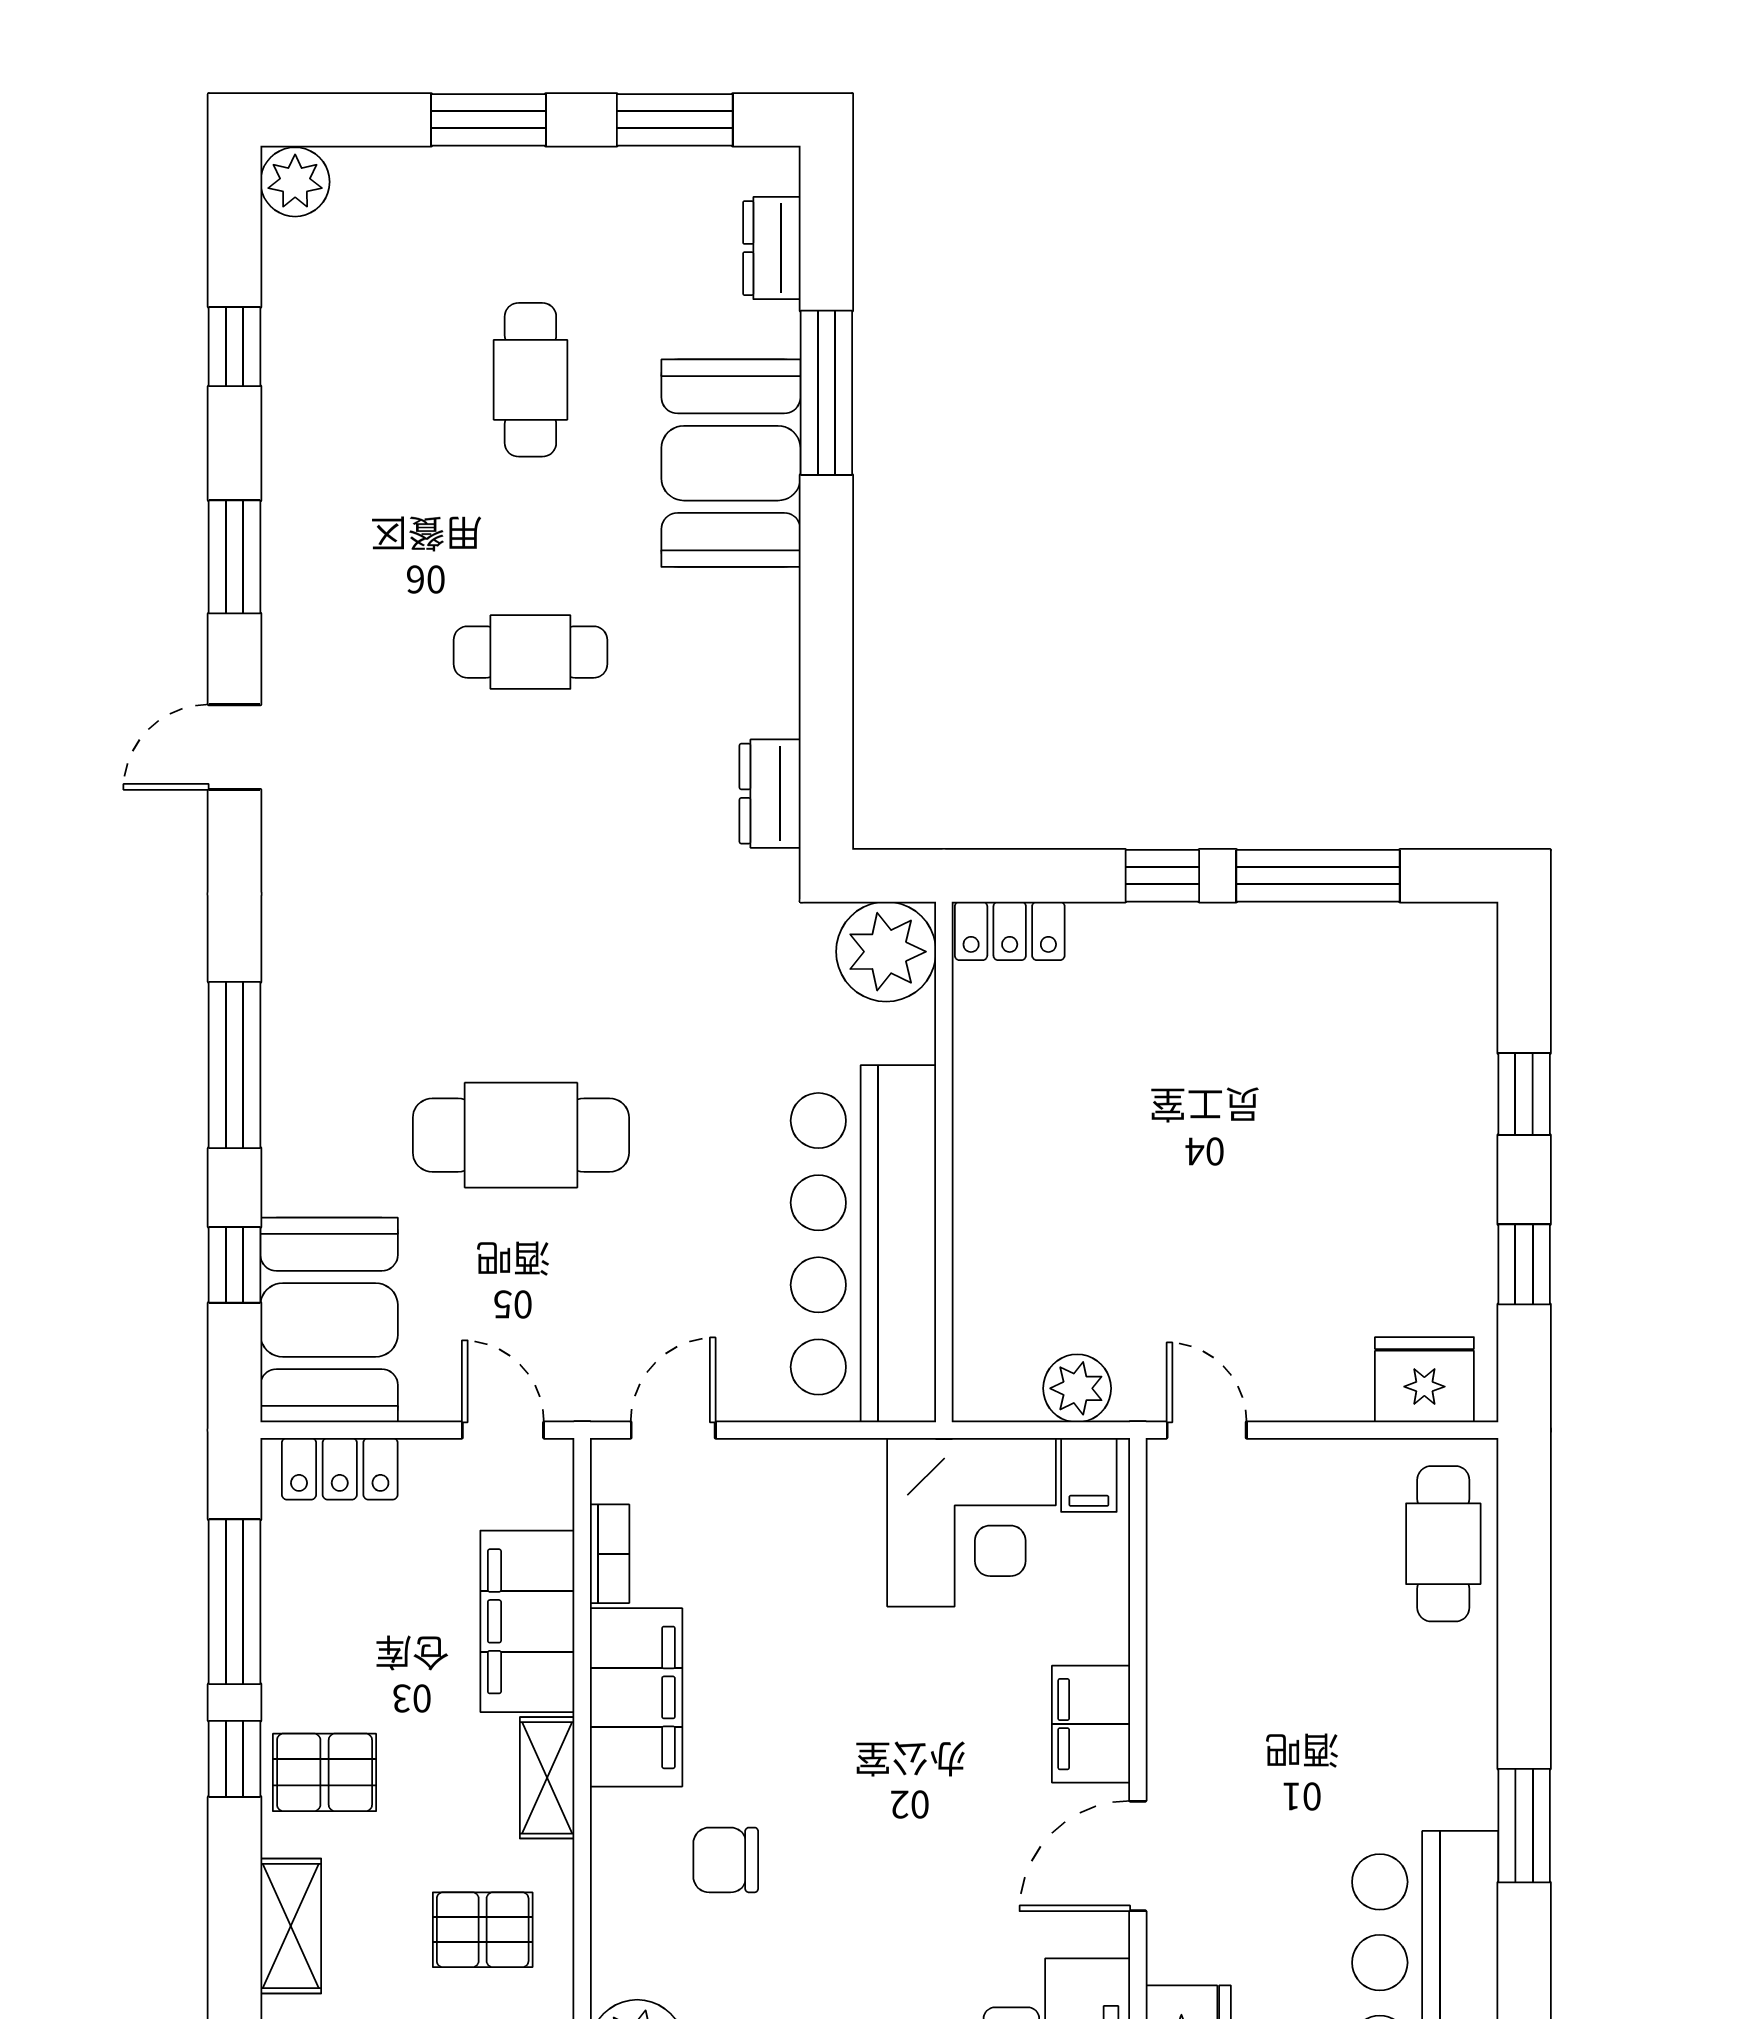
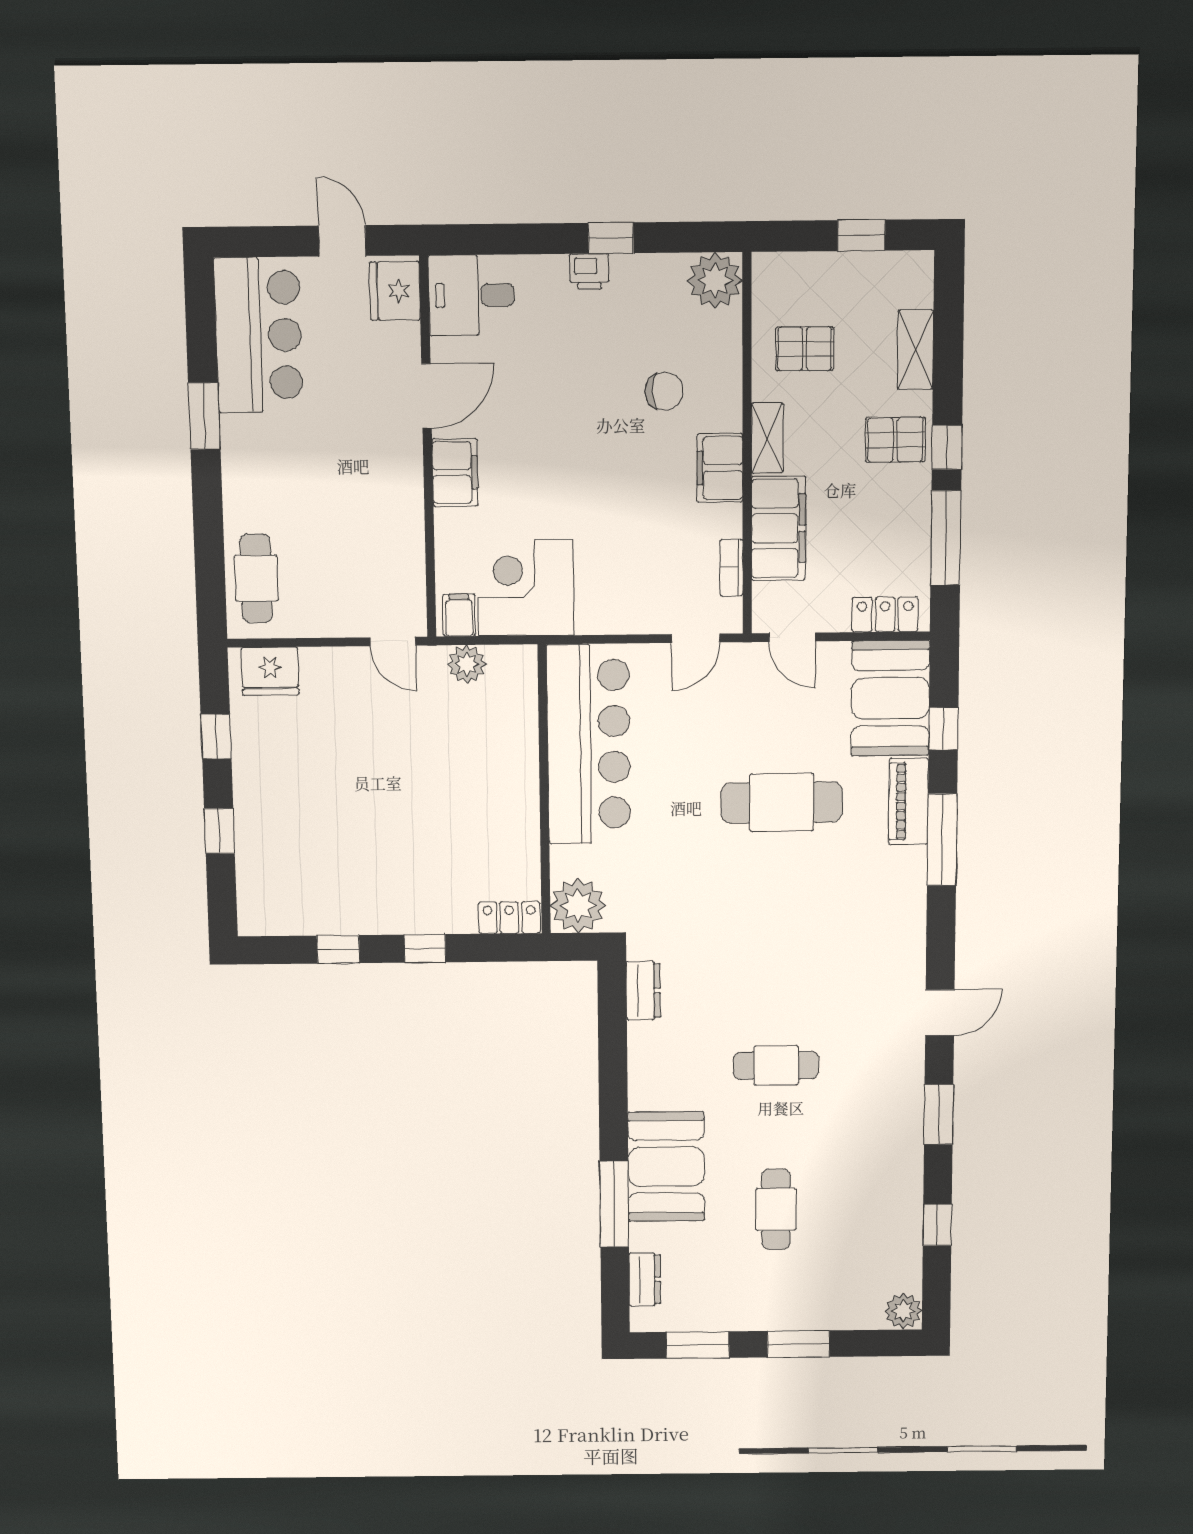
window: (1318, 876) -> (338, 949), width x0.46
piano: (295, 1135) -> (908, 801), added
filing cabinet: (636, 1697) -> (720, 468), width x0.67, depth x0.86

